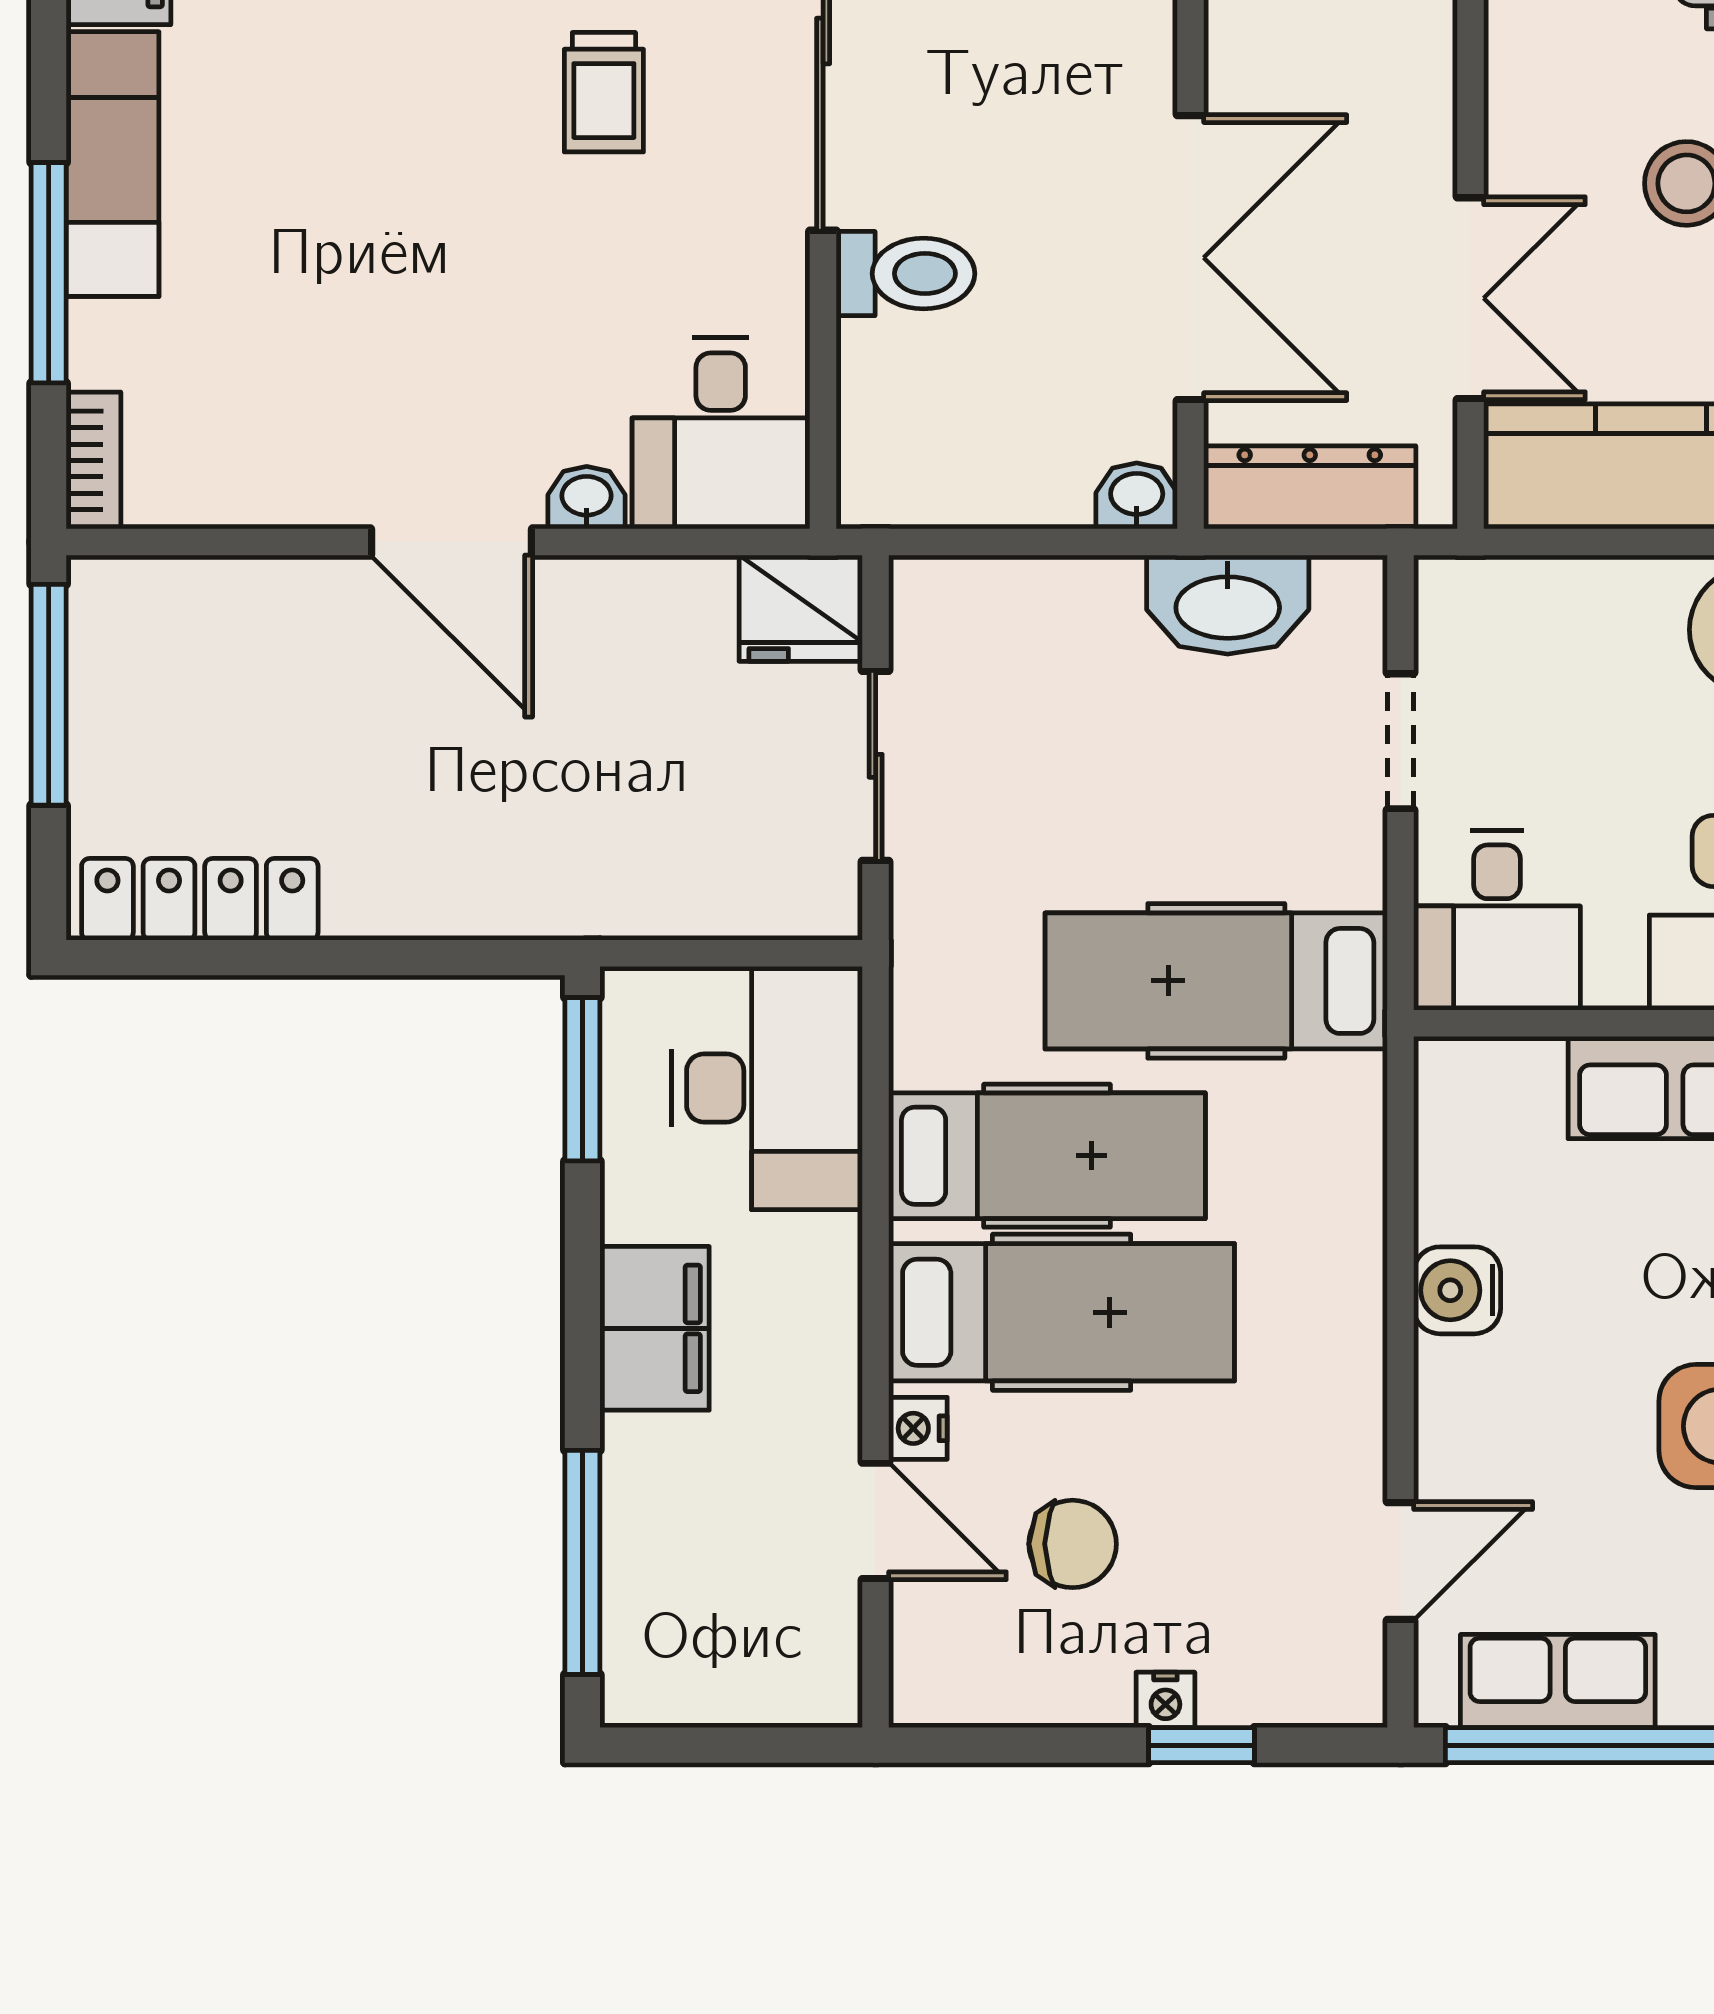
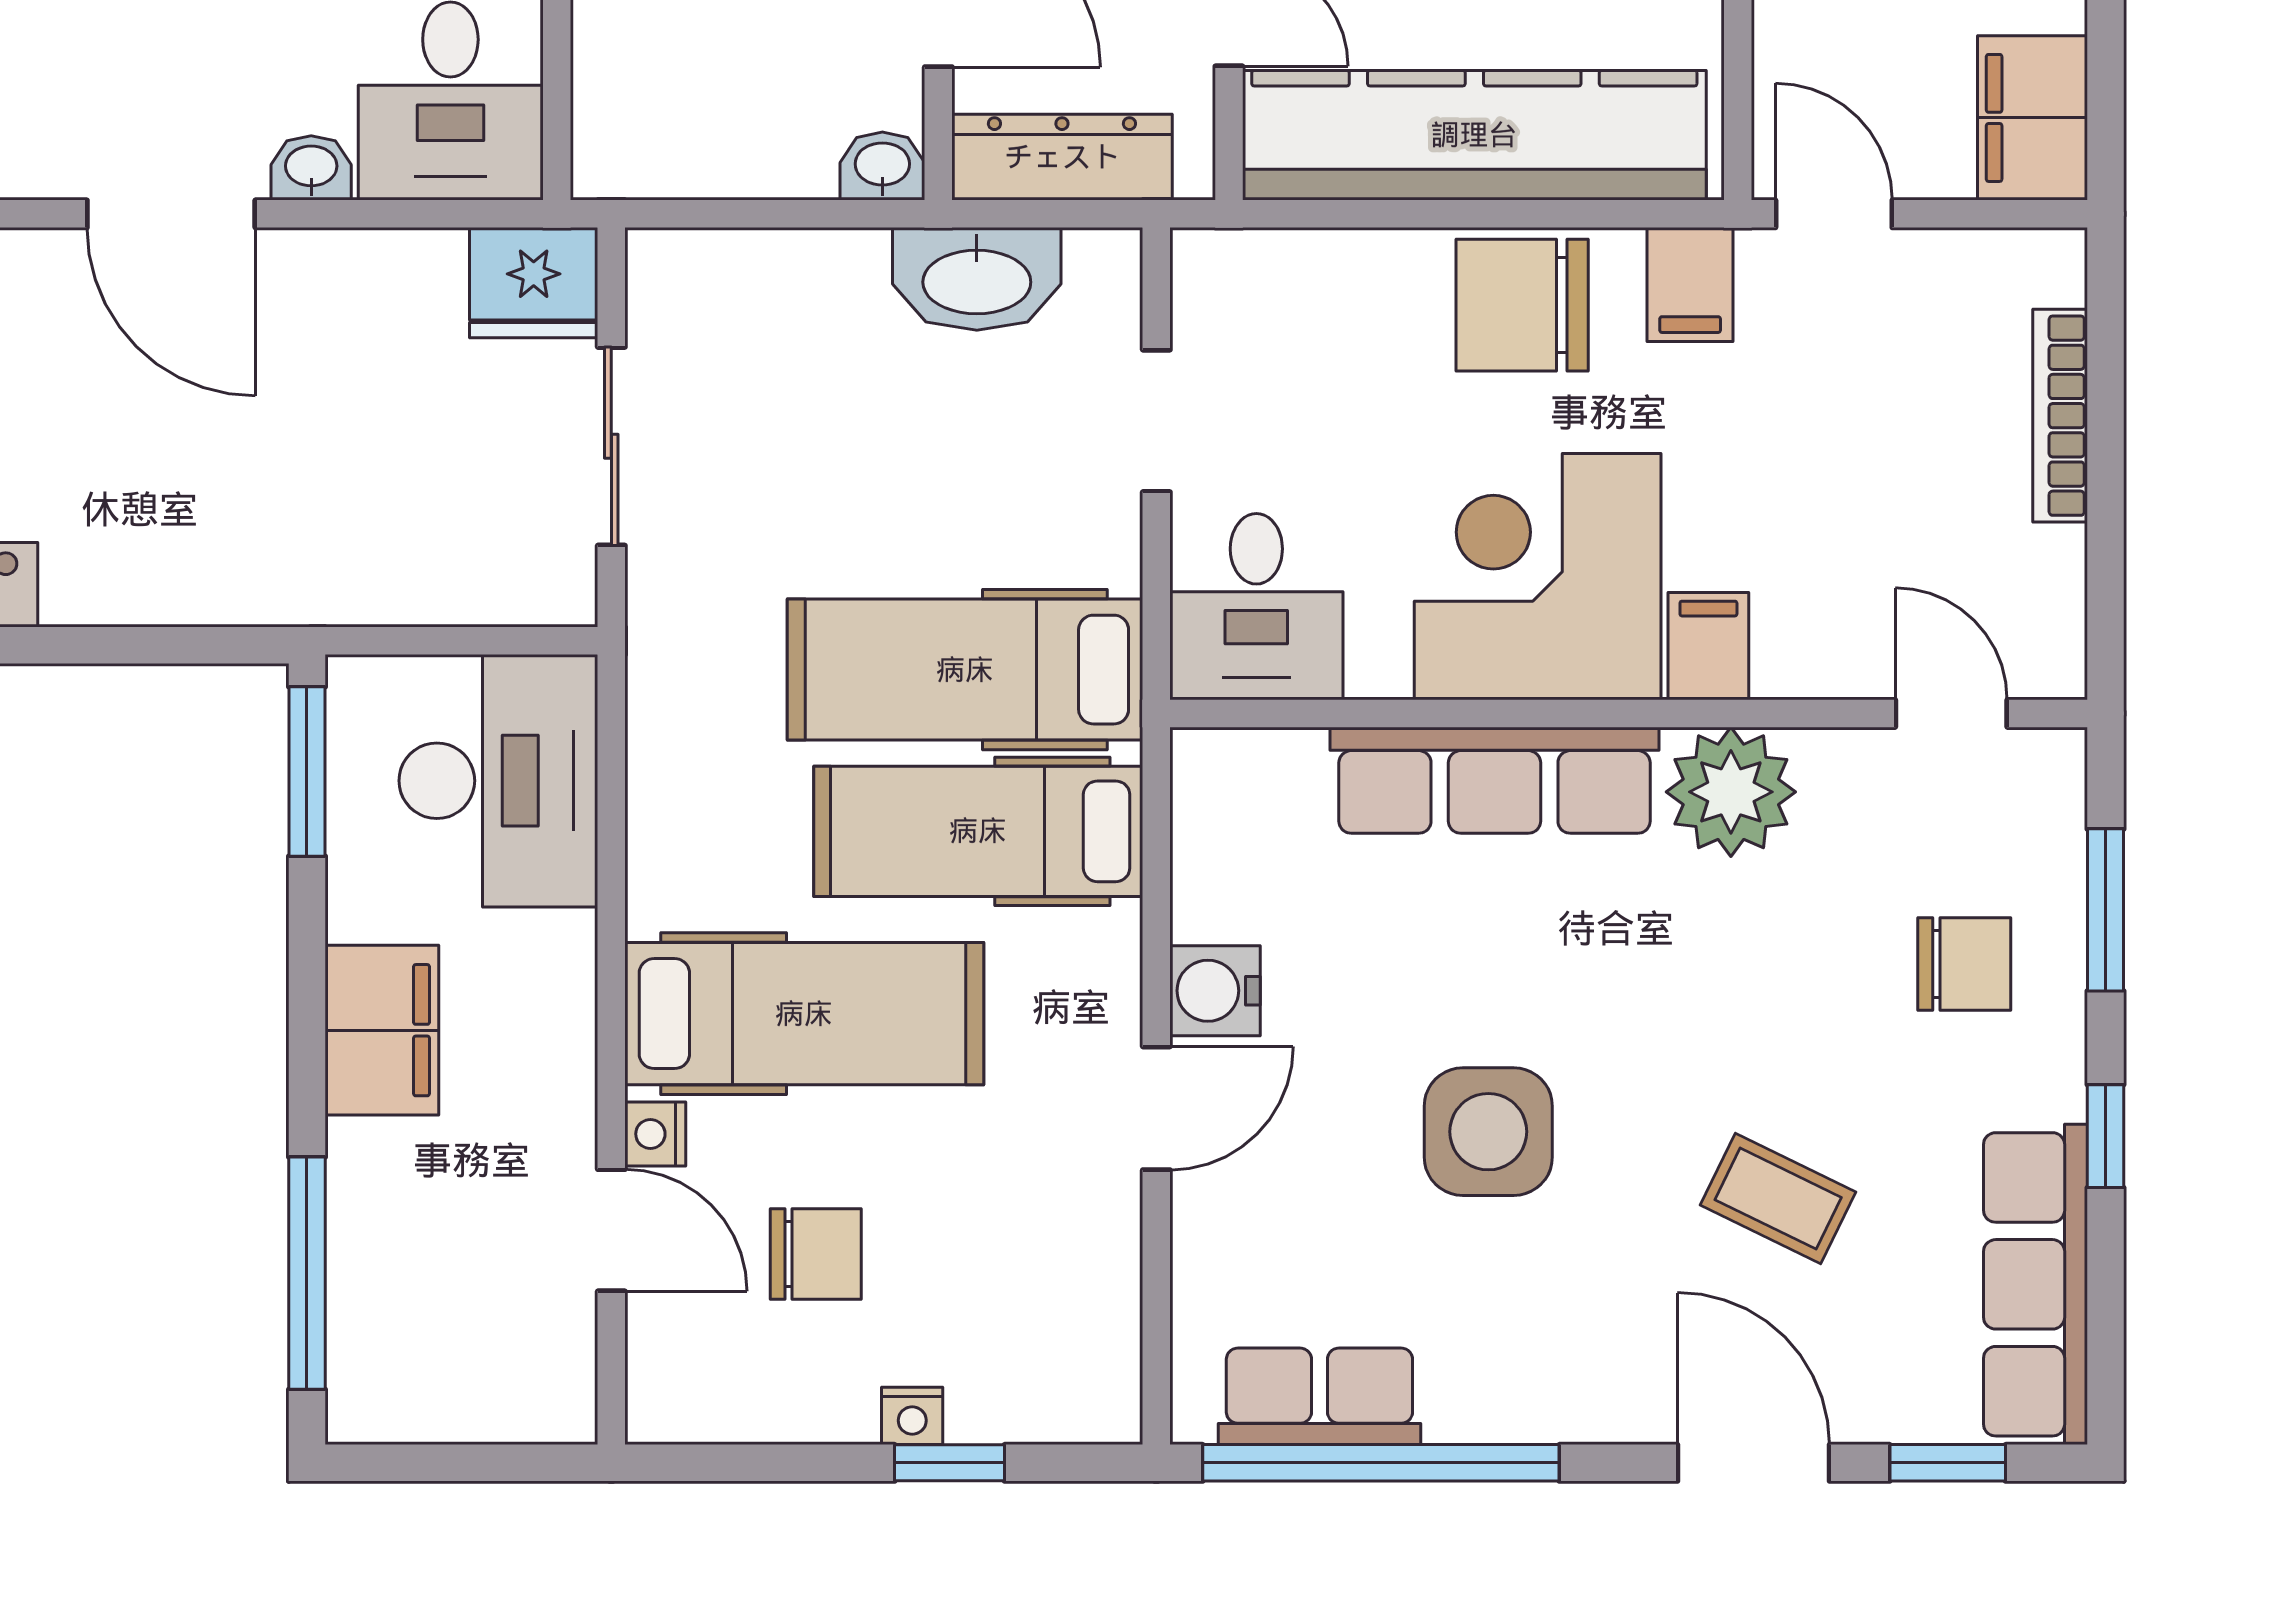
hospital bed: (1047, 1156) -> (978, 831), moved, turned 180
door: (1401, 1561) -> (1156, 1108), moved

